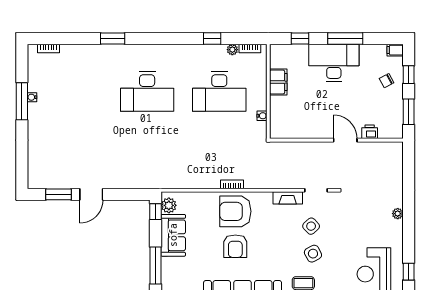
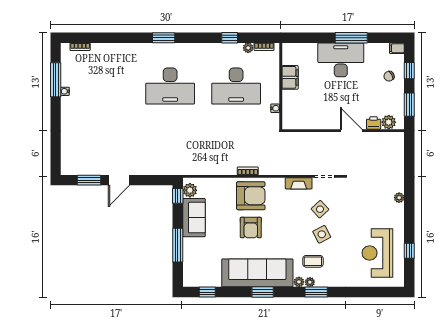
window: (113, 39) -> (164, 38), moved
window: (300, 39) -> (310, 38), removed
window: (22, 101) -> (56, 80), moved
plant: (386, 131) -> (389, 122), added
armchair: (235, 211) -> (251, 196), turned 180

